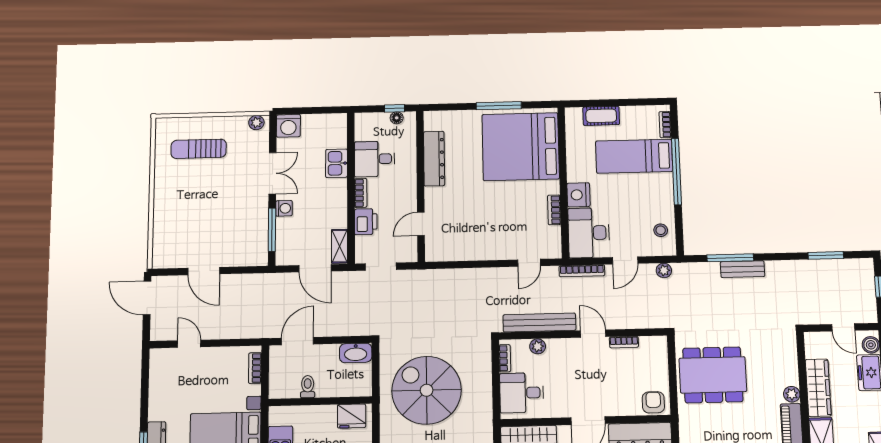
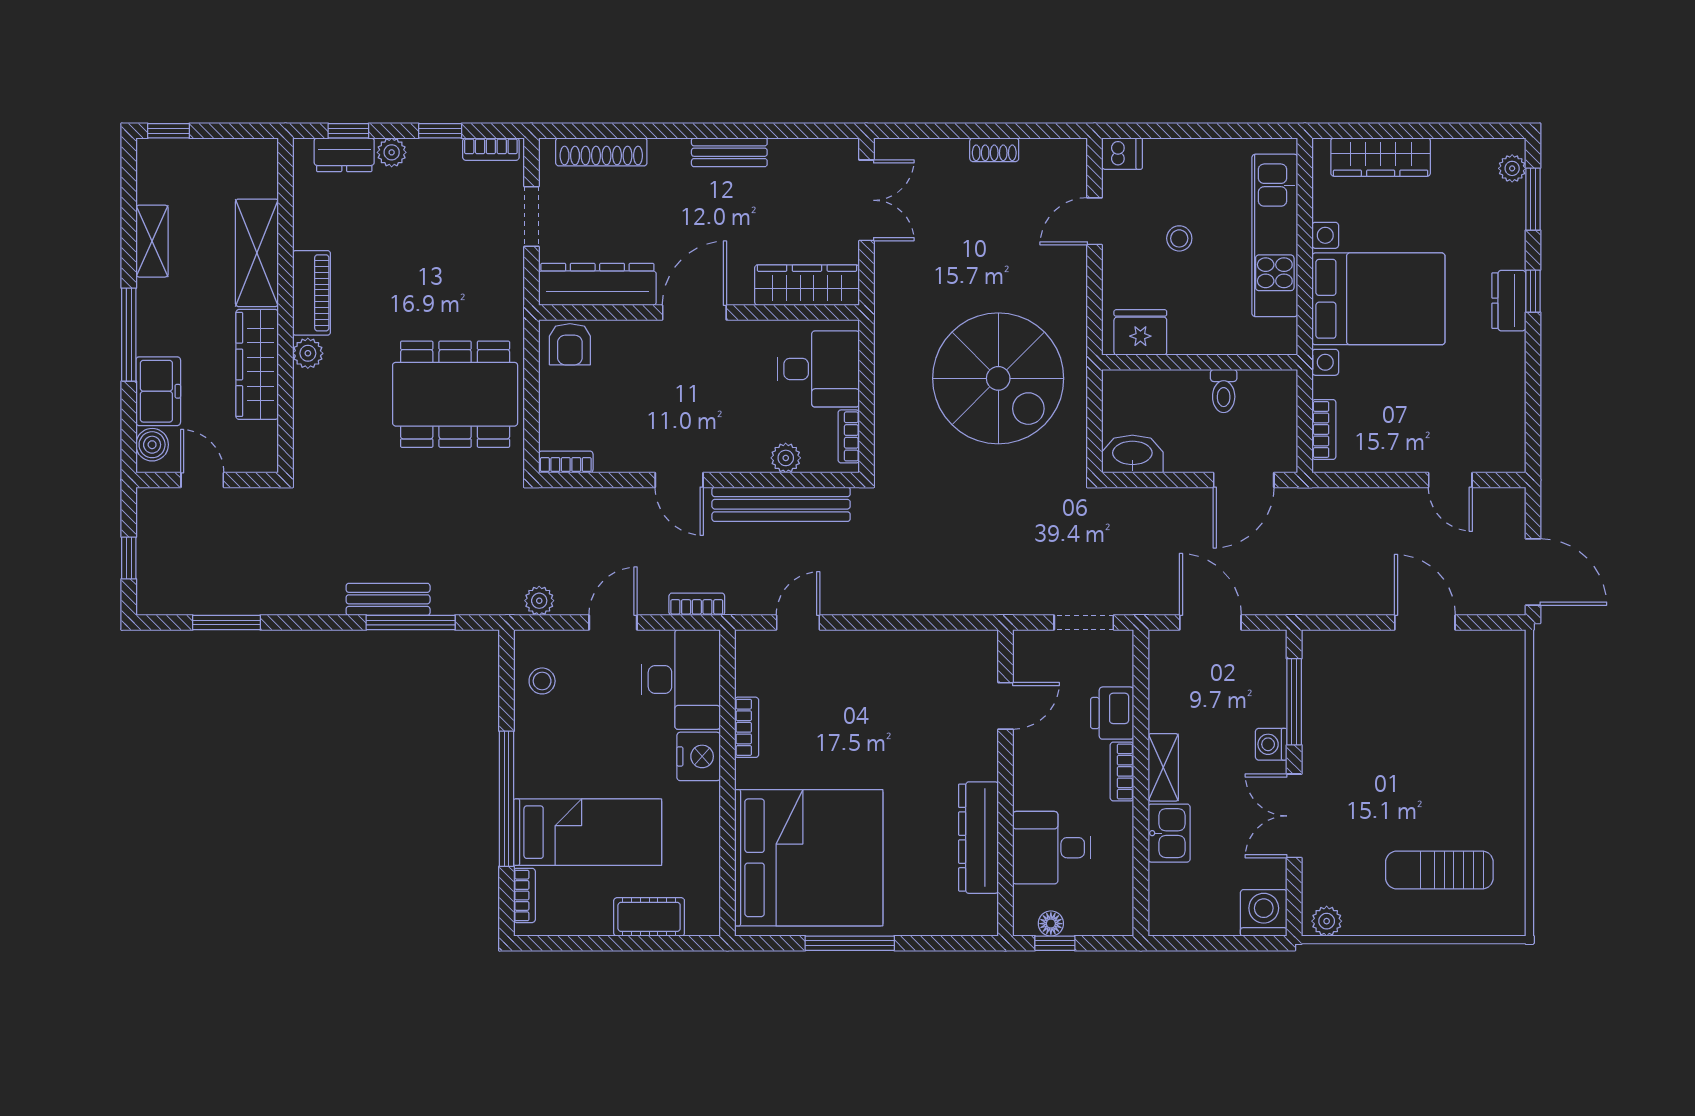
sun lounger: (199, 149) -> (1439, 870), turned 180
desk: (375, 159) -> (1052, 848), moved, turned 180
shelving: (339, 246) -> (1163, 767), moved
bookcase: (582, 271) -> (697, 604), width x0.64
bookcase: (624, 342) -> (566, 462), moved

